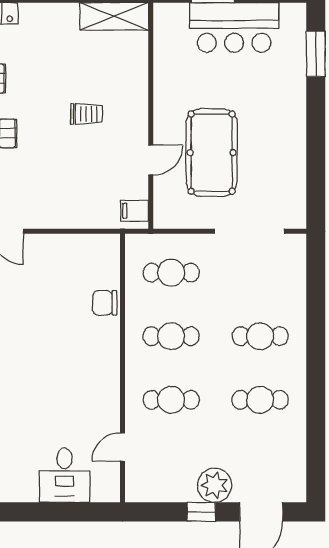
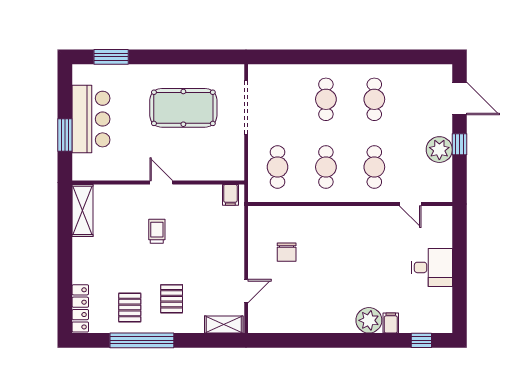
pool table: (212, 153) -> (183, 108), moved
door: (151, 160) -> (161, 182), moved
chair: (105, 303) -> (287, 252), moved
desk: (65, 475) -> (432, 267), moved
plant: (215, 485) -> (439, 150), moved

